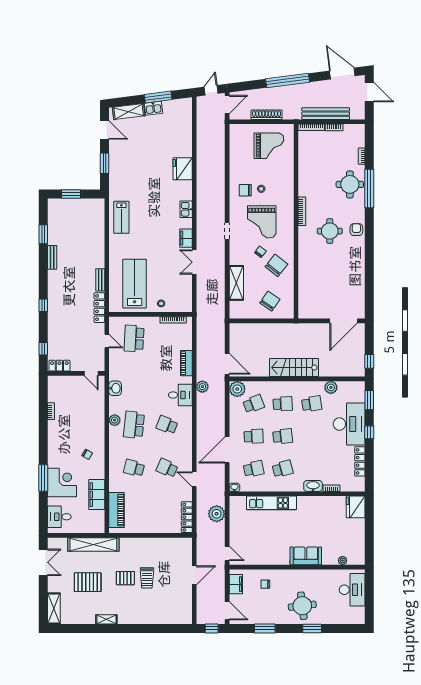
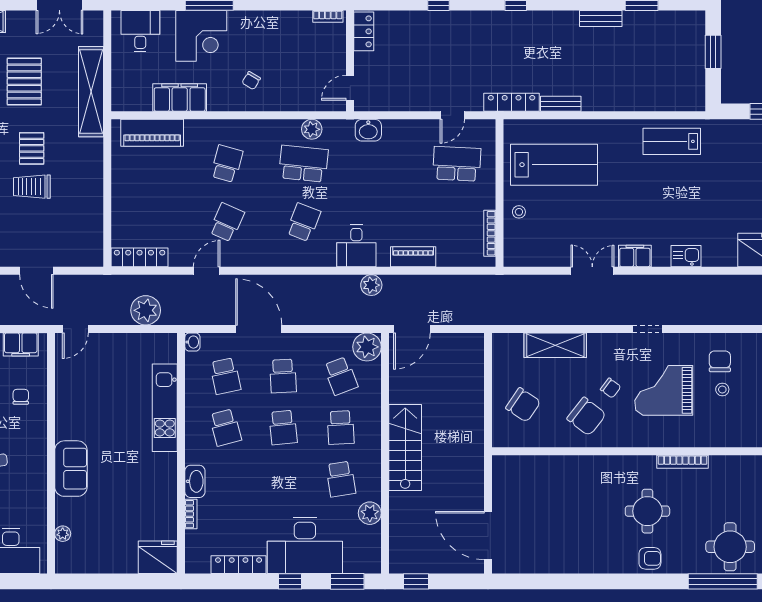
locker: (59, 366) -> (364, 31), moved
wall: (76, 373) -> (350, 61), moved
door: (91, 373) -> (350, 88), moved

